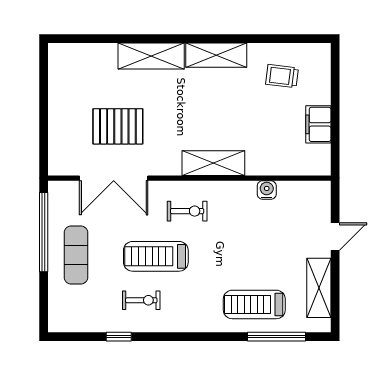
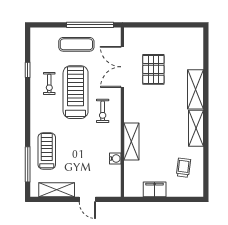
shelving: (213, 163) -> (131, 142), moved
treadmill: (156, 256) -> (76, 92), width x1.37, depth x1.38

